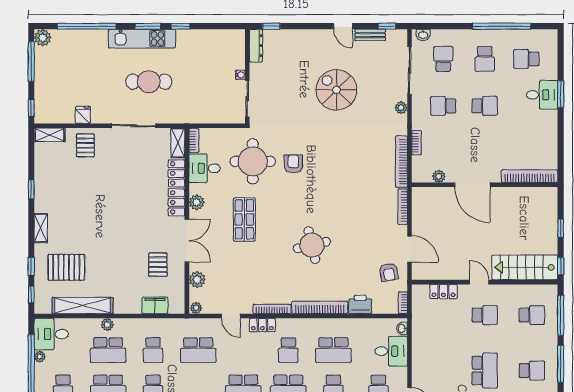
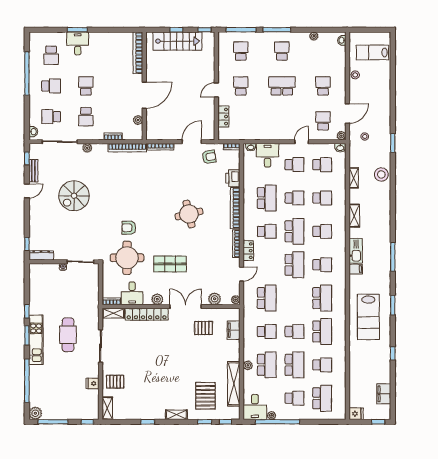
stairs: (525, 267) -> (177, 41), moved, turned -90

